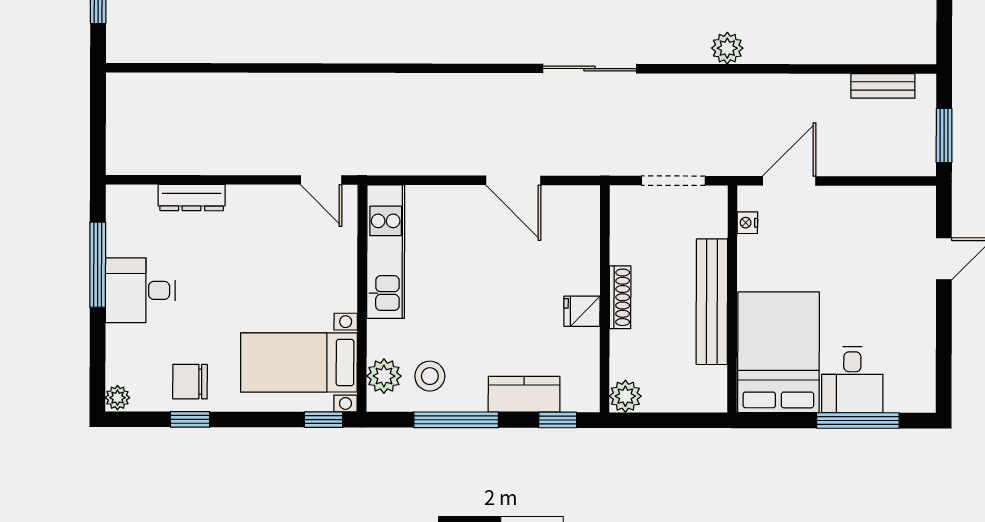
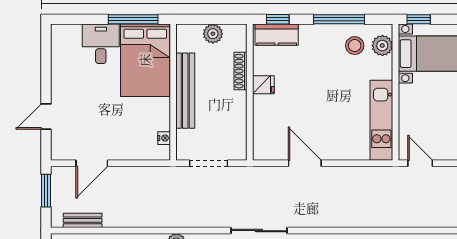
door: (789, 181) -> (92, 163), moved
shoe rack: (620, 297) -> (240, 71), moved
kitchen counter: (524, 394) -> (277, 35), moved
plant: (625, 396) -> (213, 34), moved
window: (858, 421) -> (133, 19), moved

